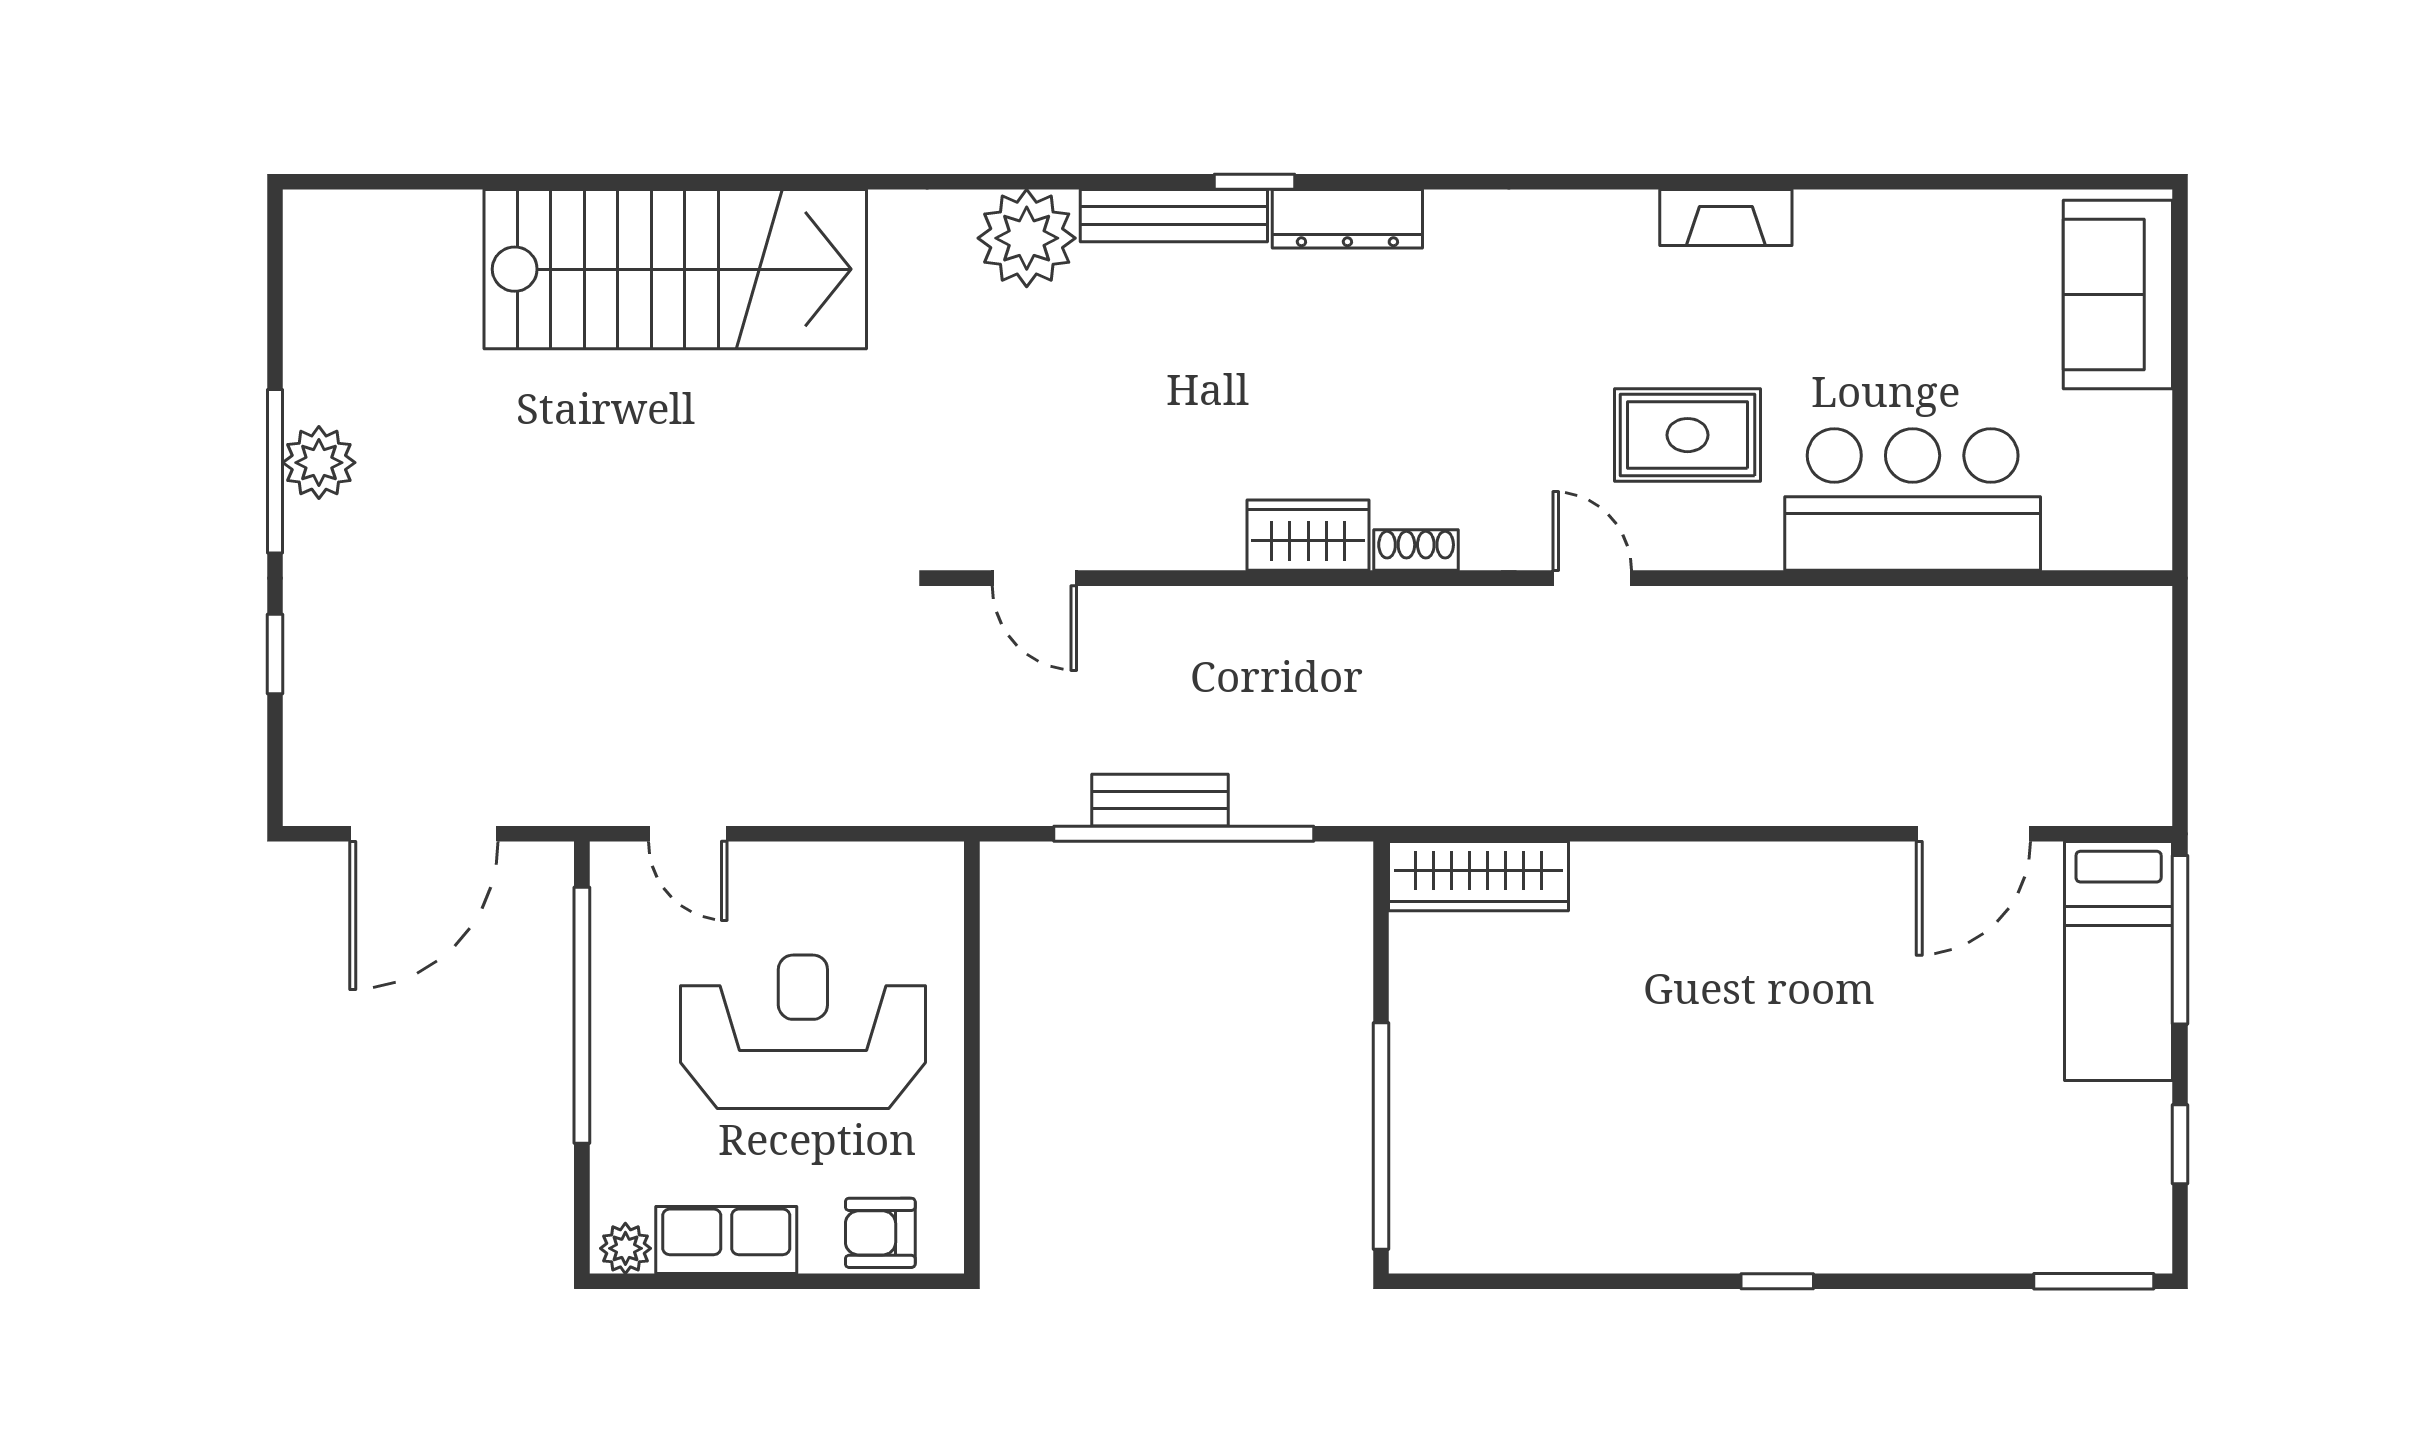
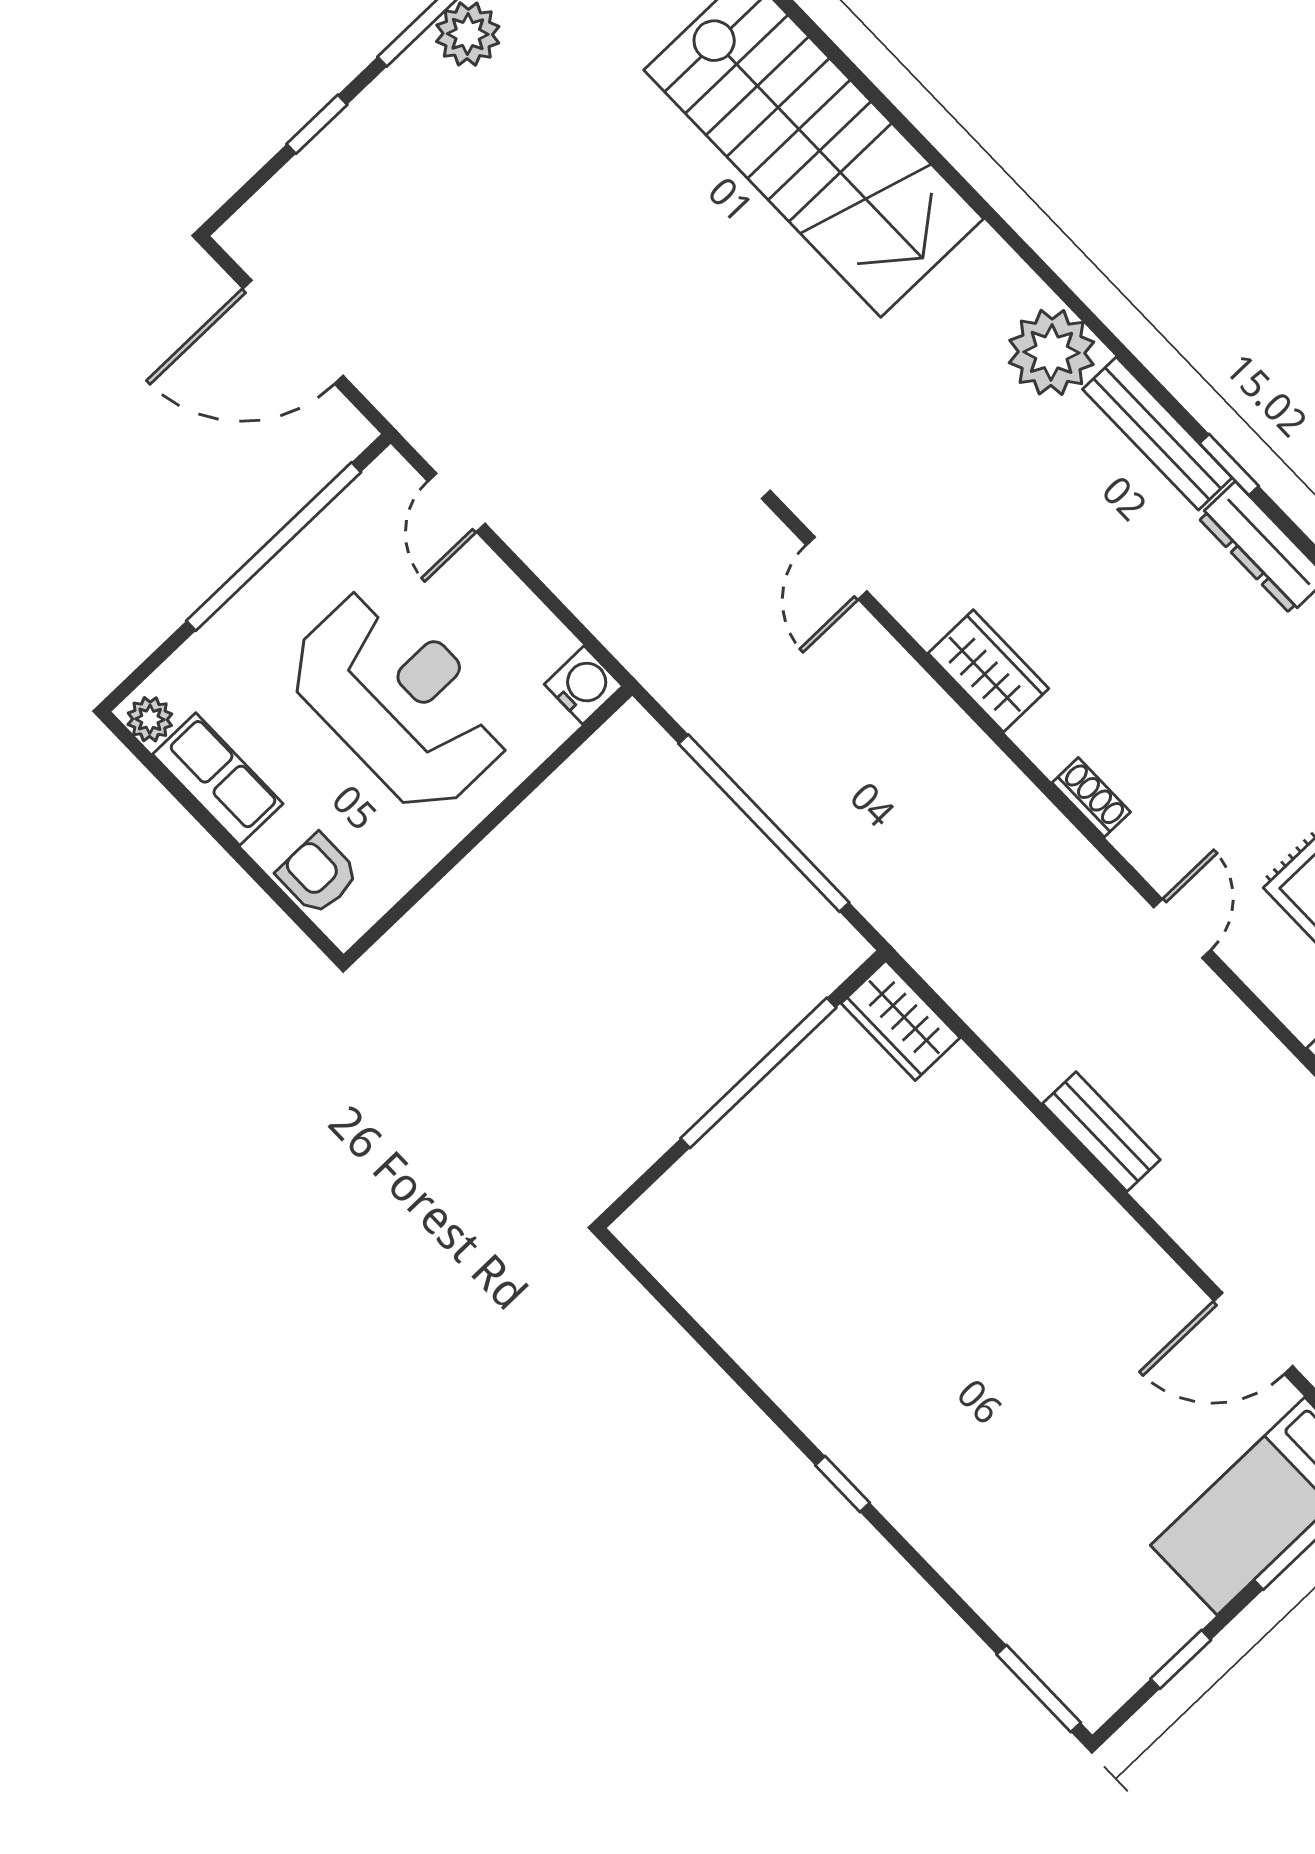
wardrobe: (1308, 535) -> (988, 671), moved
bench: (1160, 800) -> (1101, 1132), moved
water cooler: (933, 873) -> (583, 685), added
wardrobe: (1478, 876) -> (901, 1020), width x0.67
window: (1381, 1136) -> (758, 1073), moved

